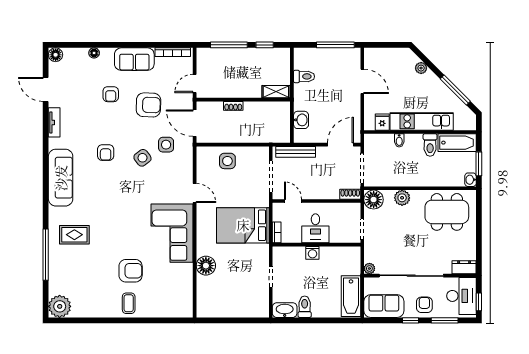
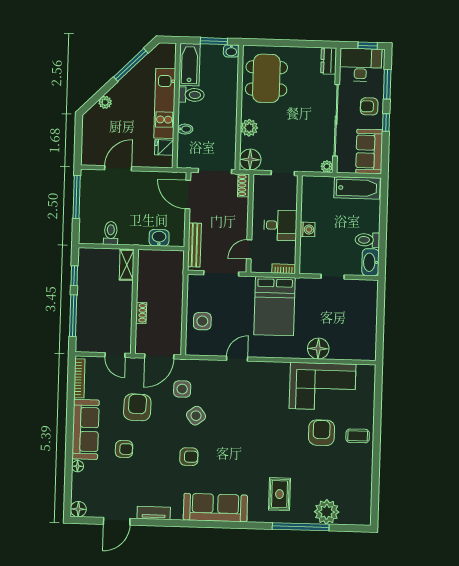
sofa: (134, 59) -> (86, 429), width x1.36
corner sofa: (172, 233) -> (323, 386), moved
plant: (60, 306) -> (327, 512), moved

